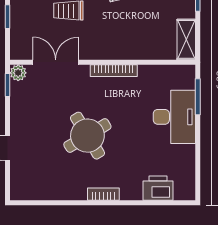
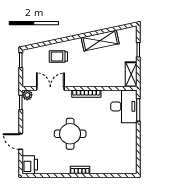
desk: (174, 117) -> (124, 106), moved
round table: (87, 136) -> (70, 134), turned 31
printer: (158, 188) -> (30, 165), moved, turned 90

